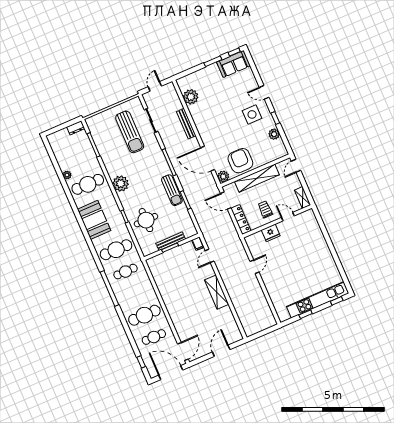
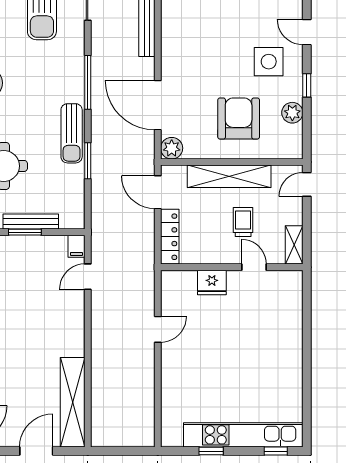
armchair: (240, 161) -> (239, 118), moved
trolley: (265, 209) -> (243, 222), moved
shelving: (217, 292) -> (73, 402), moved, width x1.47

